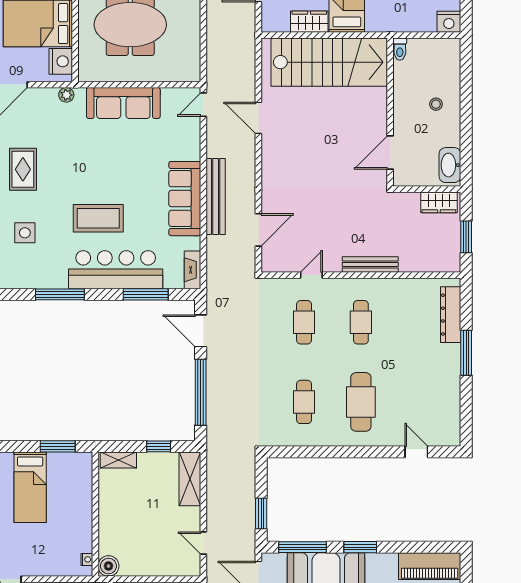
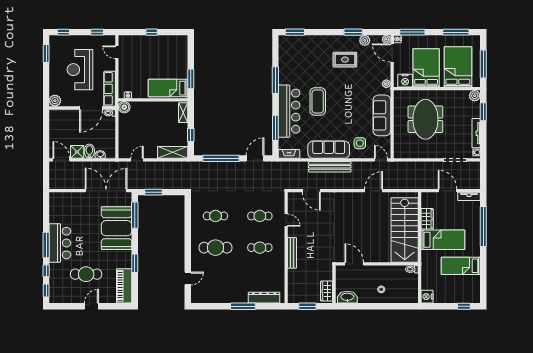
side table: (25, 233) -> (360, 143), moved
bed: (30, 487) -> (168, 88), moved
window: (360, 547) -> (135, 263), moved

